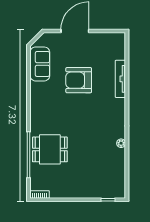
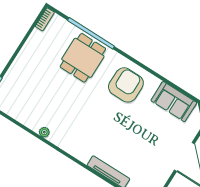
armchair: (79, 80) -> (126, 85), moved

